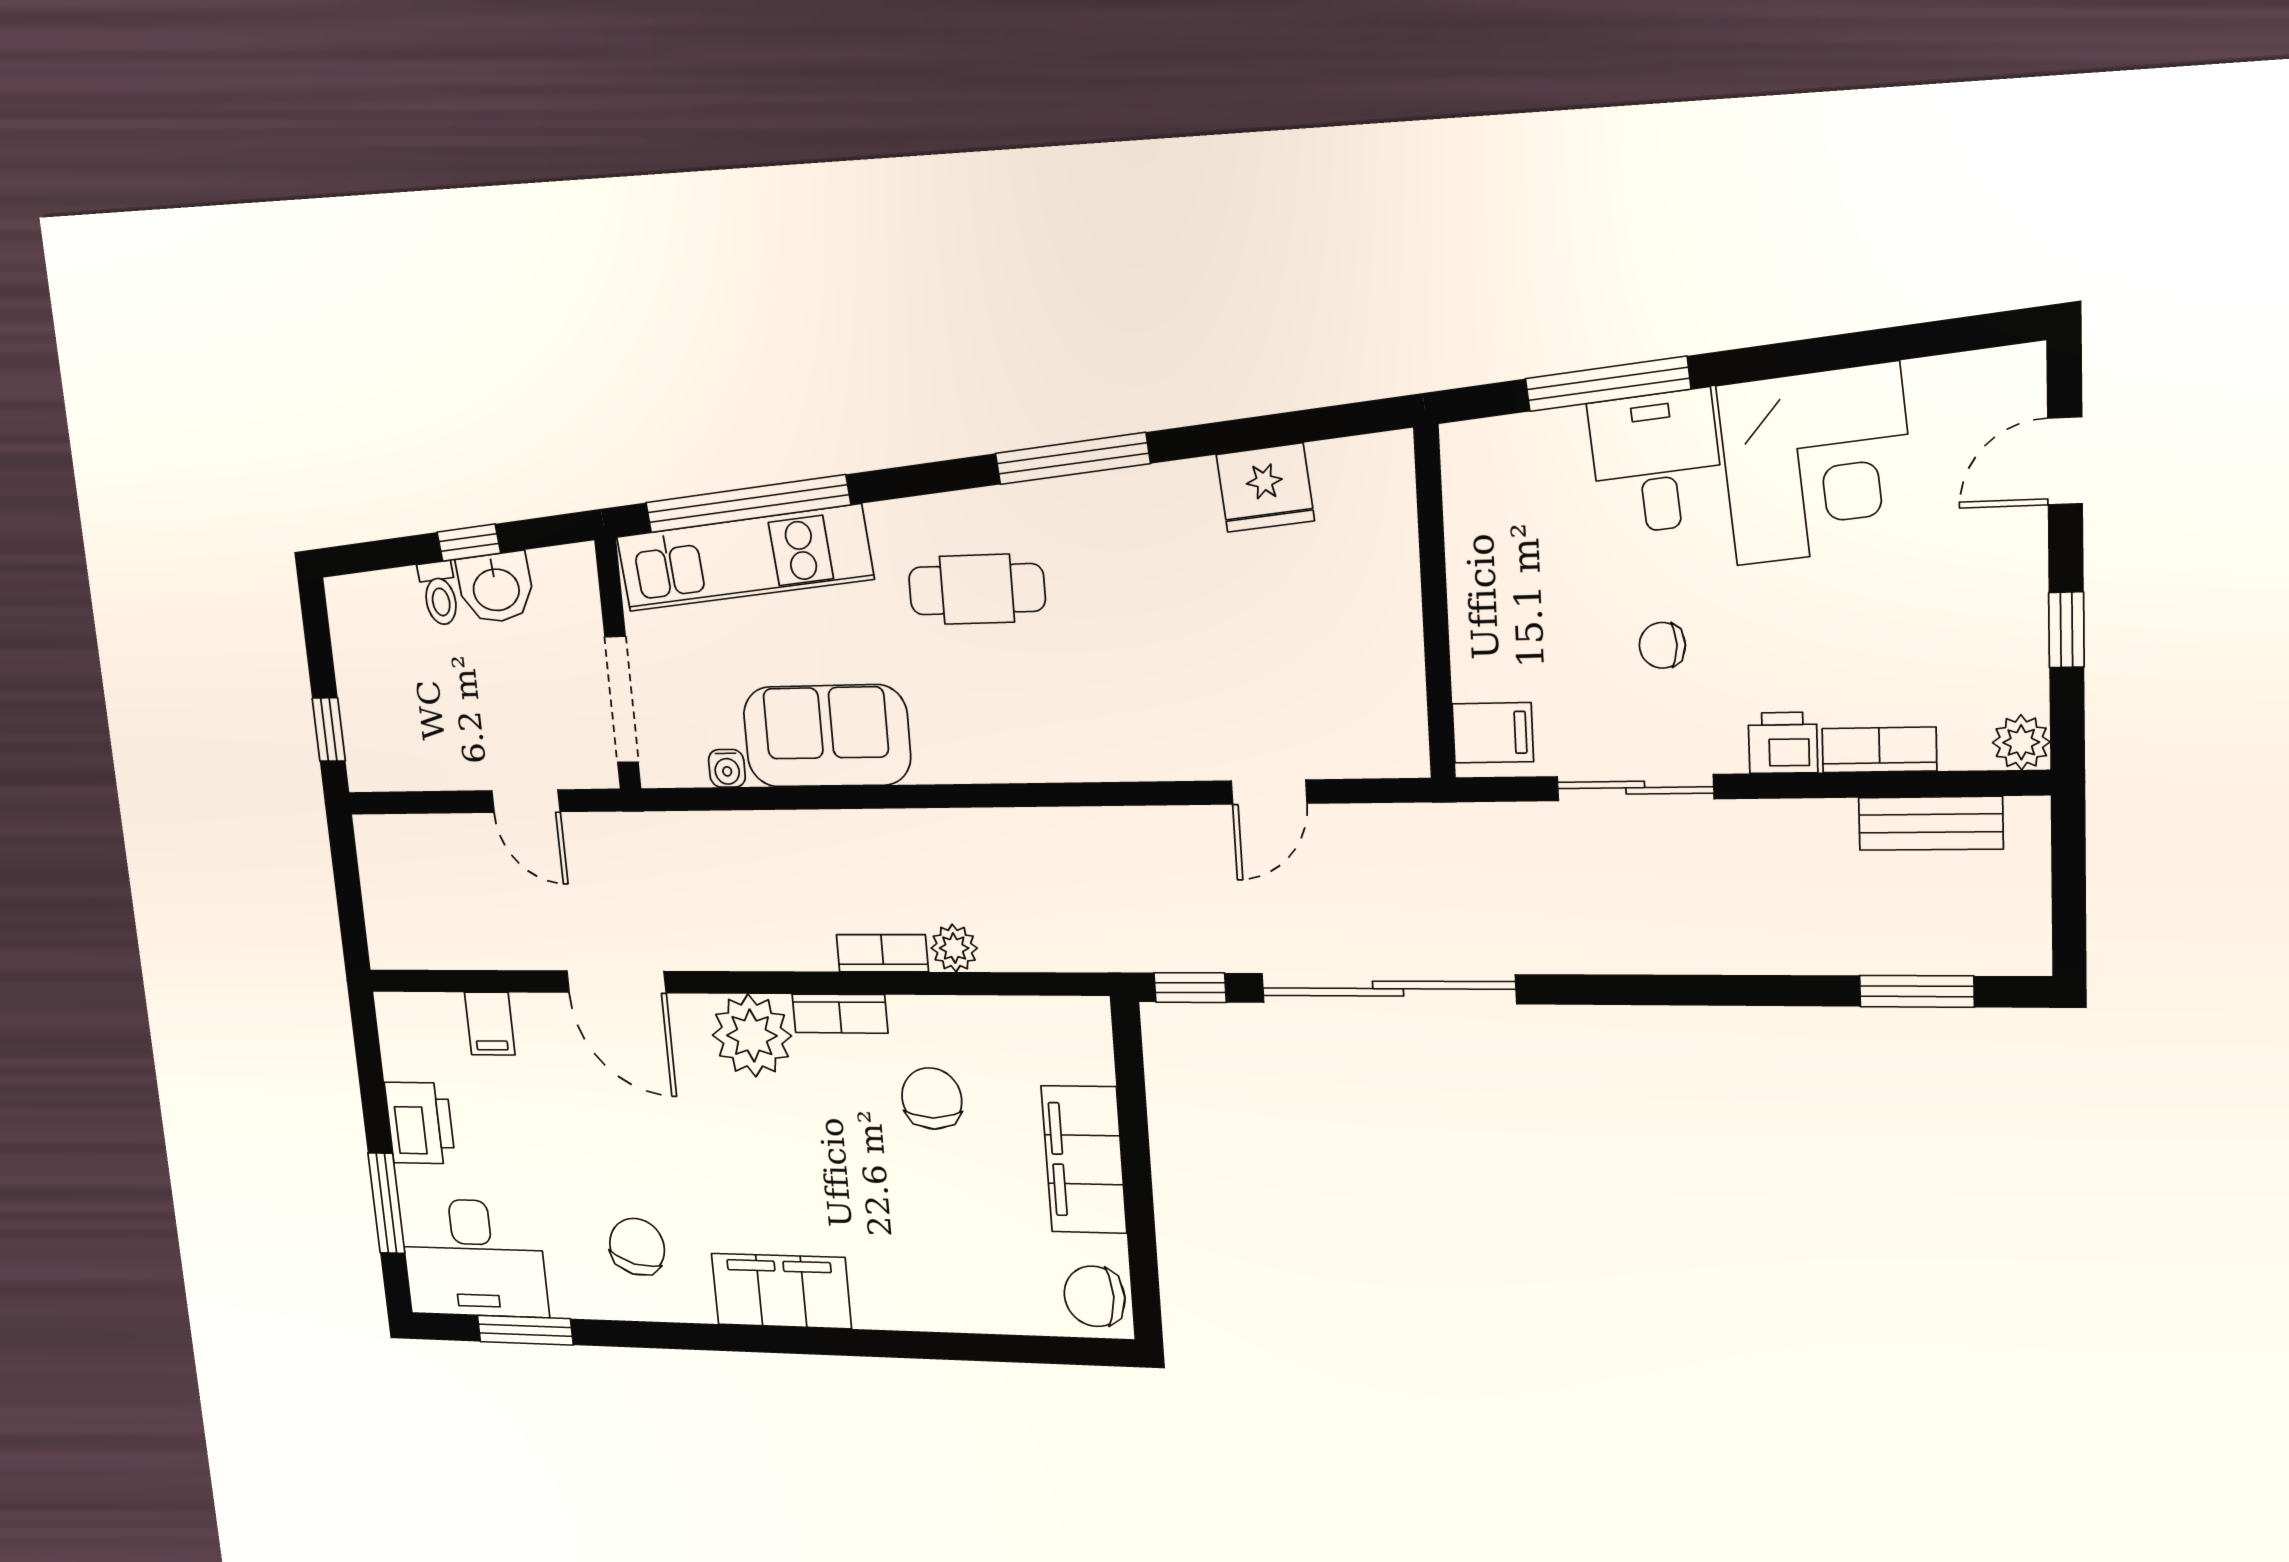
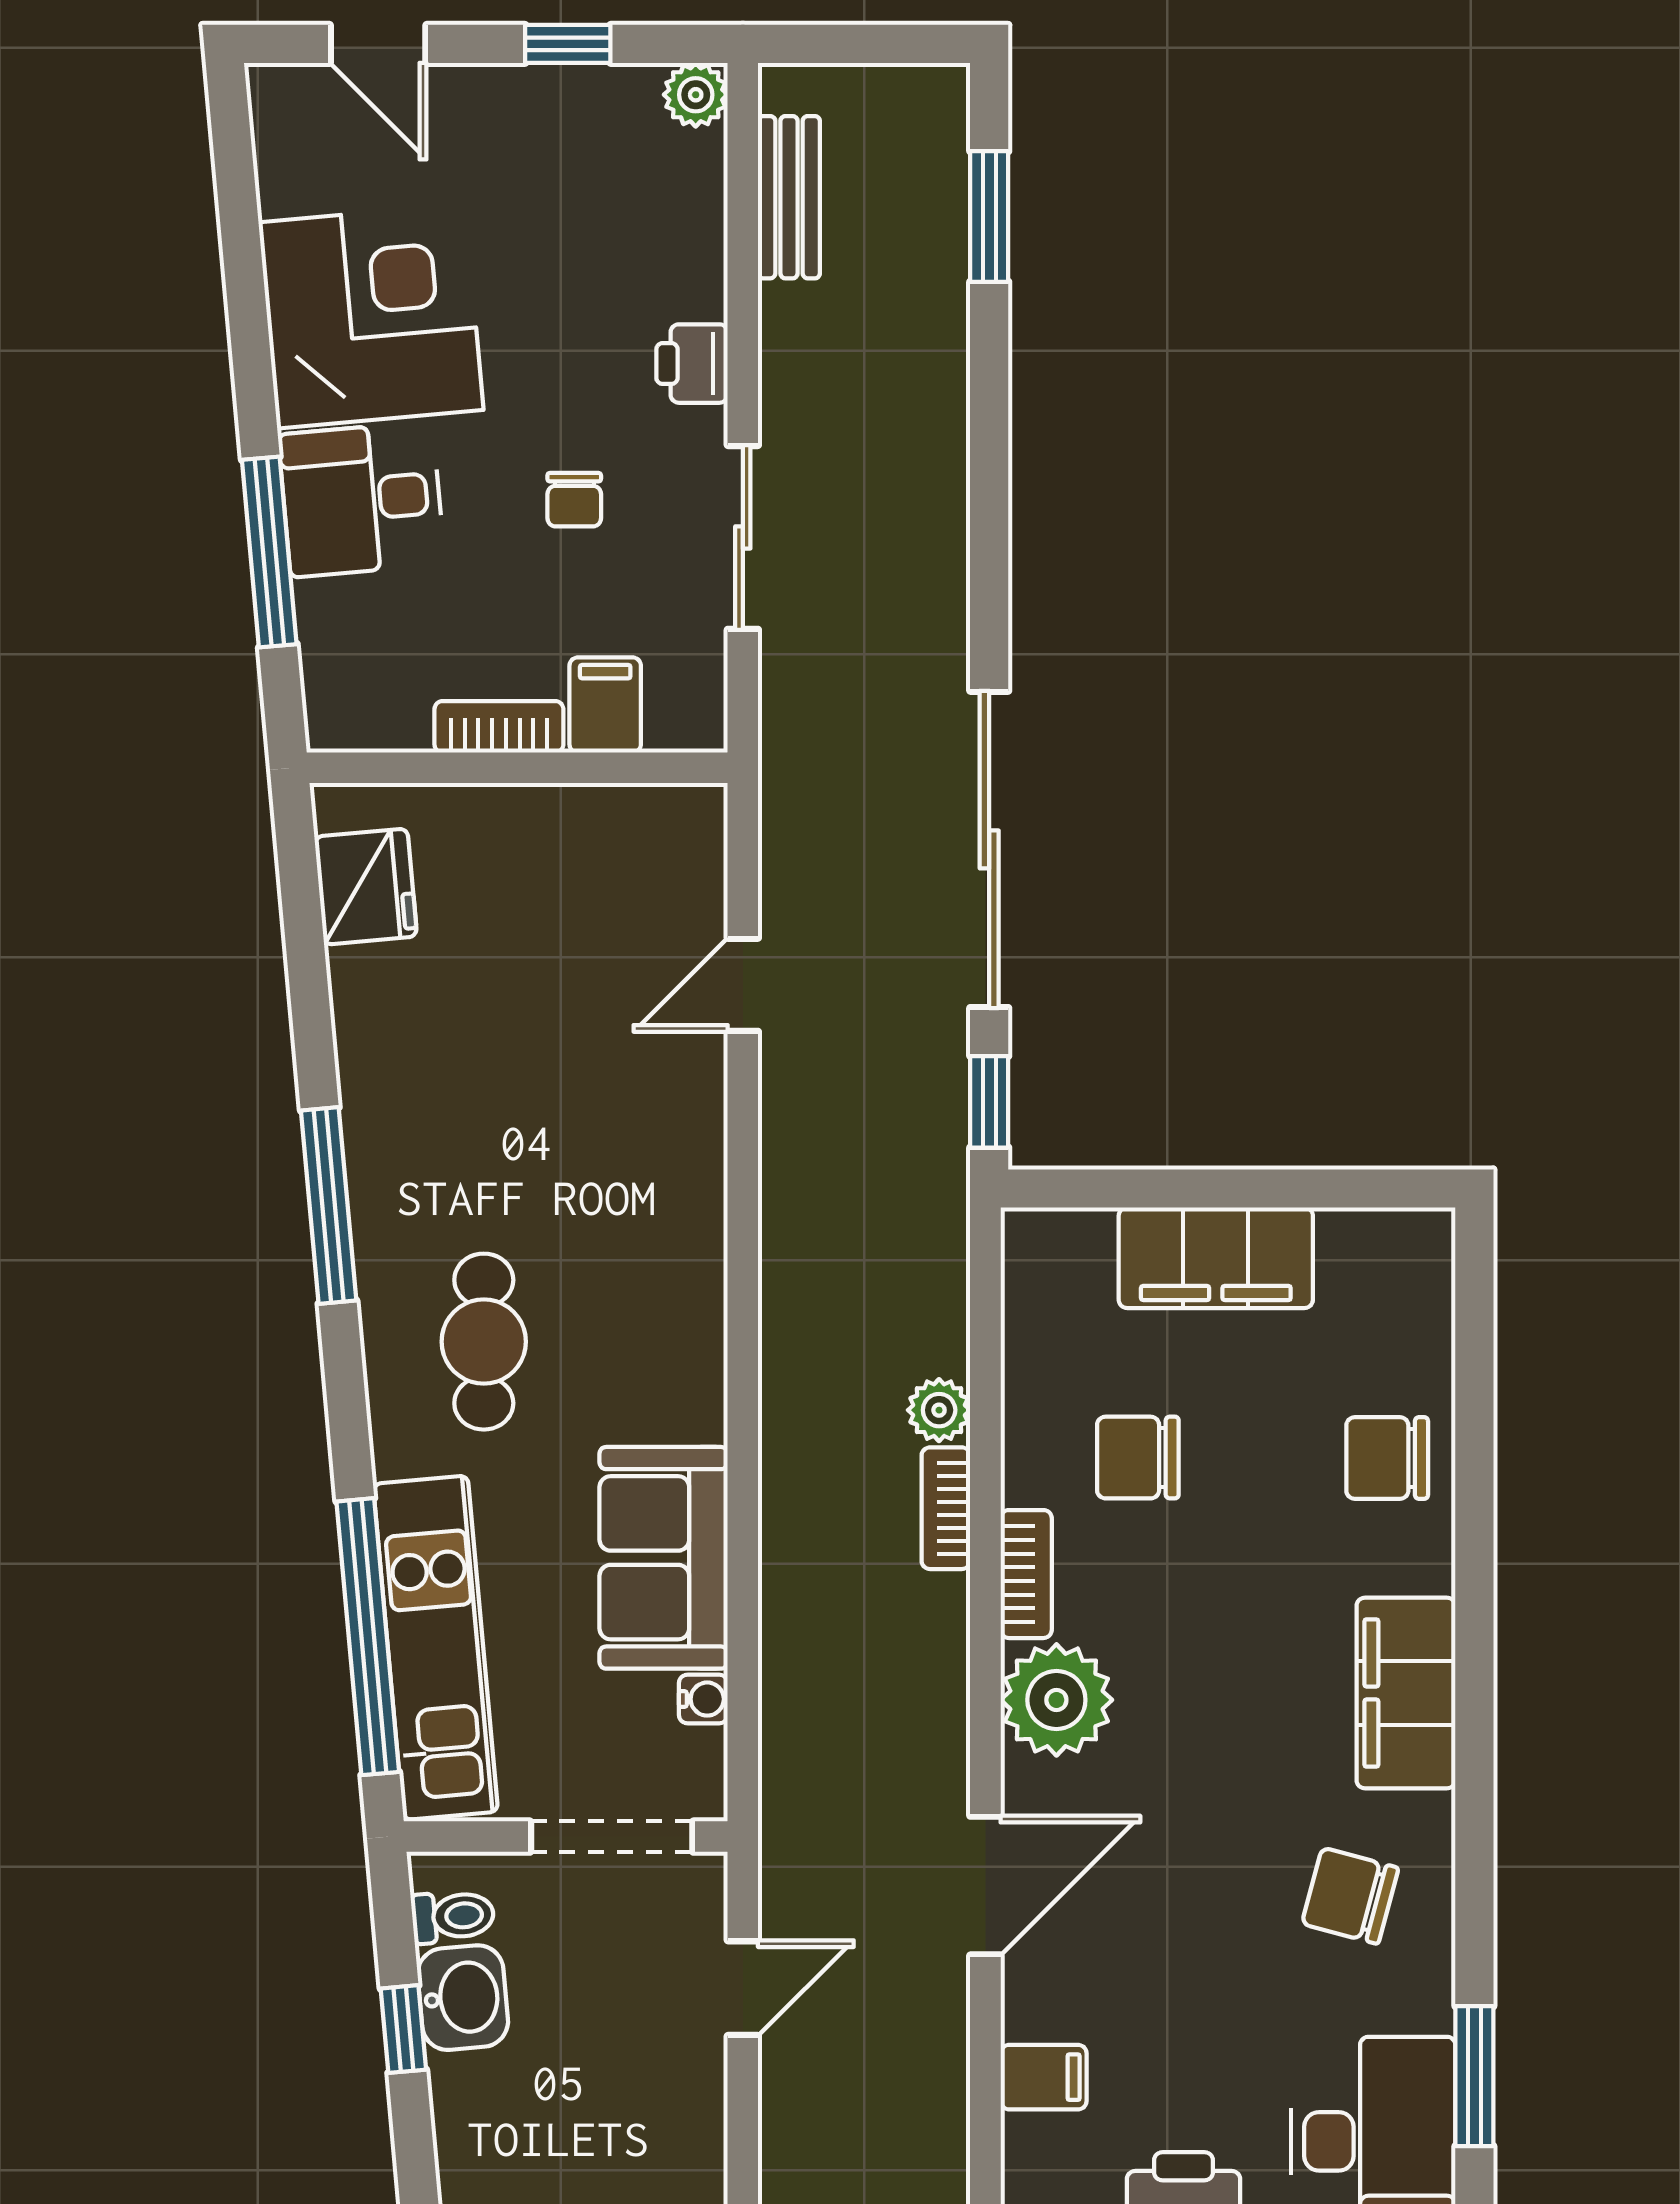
fridge: (1265, 488) -> (366, 887), moved
toilet: (439, 593) -> (453, 1916), moved
filing cabinet: (1493, 733) -> (605, 705), moved
bookcase: (1879, 750) -> (499, 727), moved, turned 90
door: (1269, 792) -> (743, 985), swing flipped
chair: (1095, 1296) -> (1387, 1458), moved, turned 90

